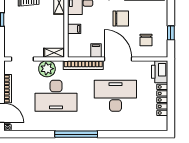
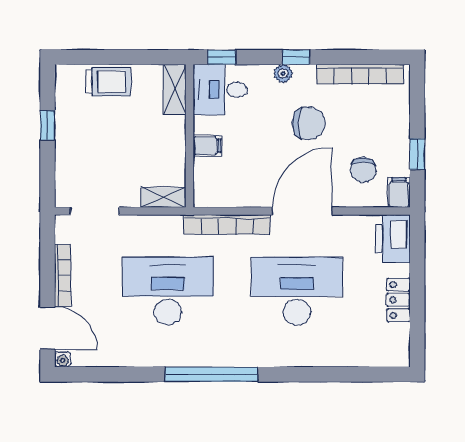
filing cabinet: (96, 50) -> (399, 193), moved
door: (118, 59) -> (302, 211), hinge flipped
plant: (47, 69) -> (148, 232), removed
desk: (56, 96) -> (168, 291), turned 180
locker: (162, 100) -> (398, 300), width x0.66

